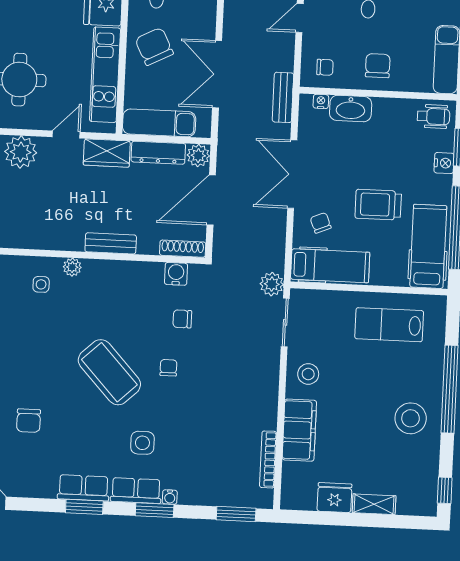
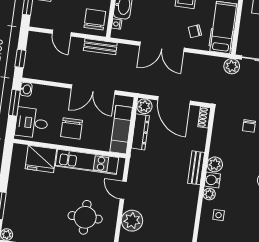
chair: (154, 46) -> (72, 128), turned -63
chair: (325, 67) -> (95, 19), width x1.87, depth x1.87
bench: (283, 97) -> (100, 47), moved
wardrobe: (107, 153) -> (138, 165), removed
shoe rack: (183, 249) -> (204, 117), width x0.70
plant: (119, 272) -> (215, 164), added
water cooler: (176, 274) -> (212, 180), moved

